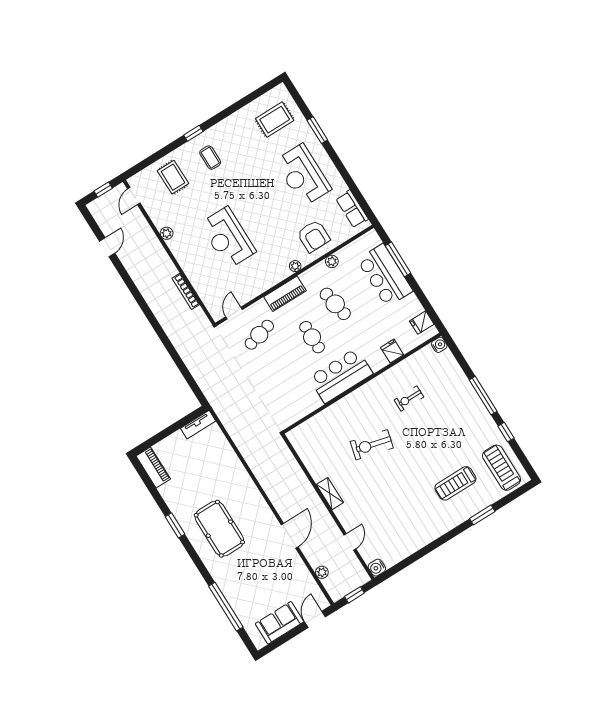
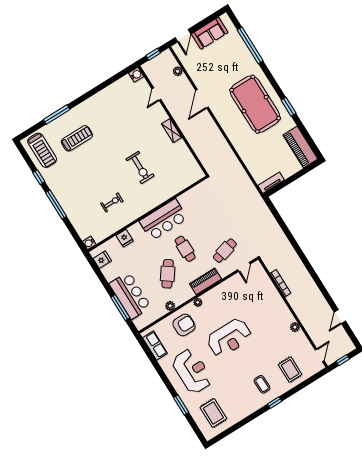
rug: (275, 120) -> (213, 413), turned 90
armchair: (314, 236) -> (184, 325), turned 90
reception desk: (228, 238) -> (229, 338), moved, turned 90
cafe table: (335, 304) -> (168, 274), turned 46
exercise bike: (372, 445) -> (140, 167), turned 76
piano: (153, 467) -> (300, 147), width x1.37, depth x1.33
window: (482, 515) -> (57, 115), width x1.44
pool table: (219, 529) -> (255, 104), width x1.36, depth x1.32

